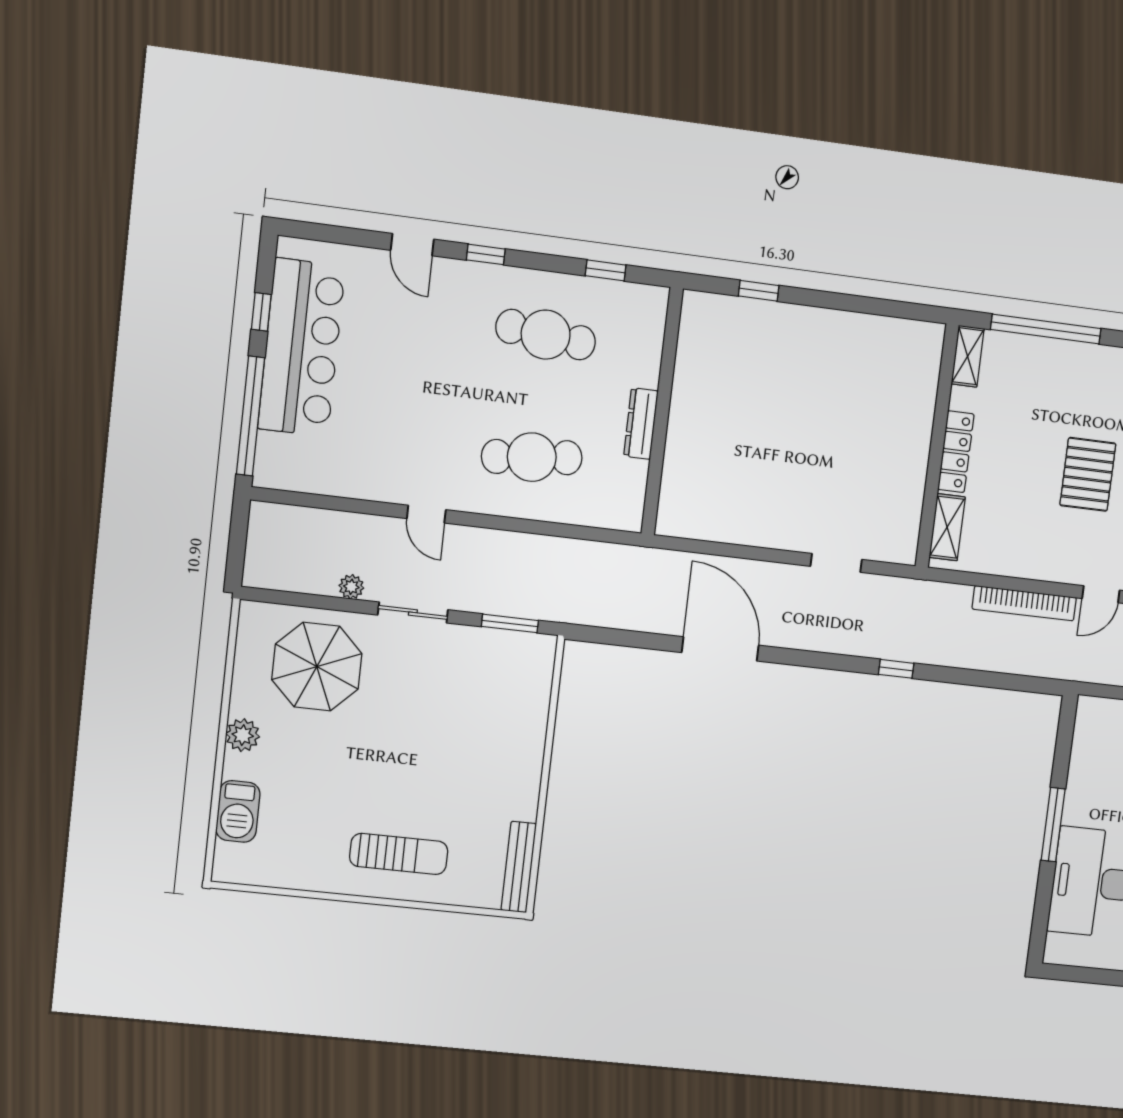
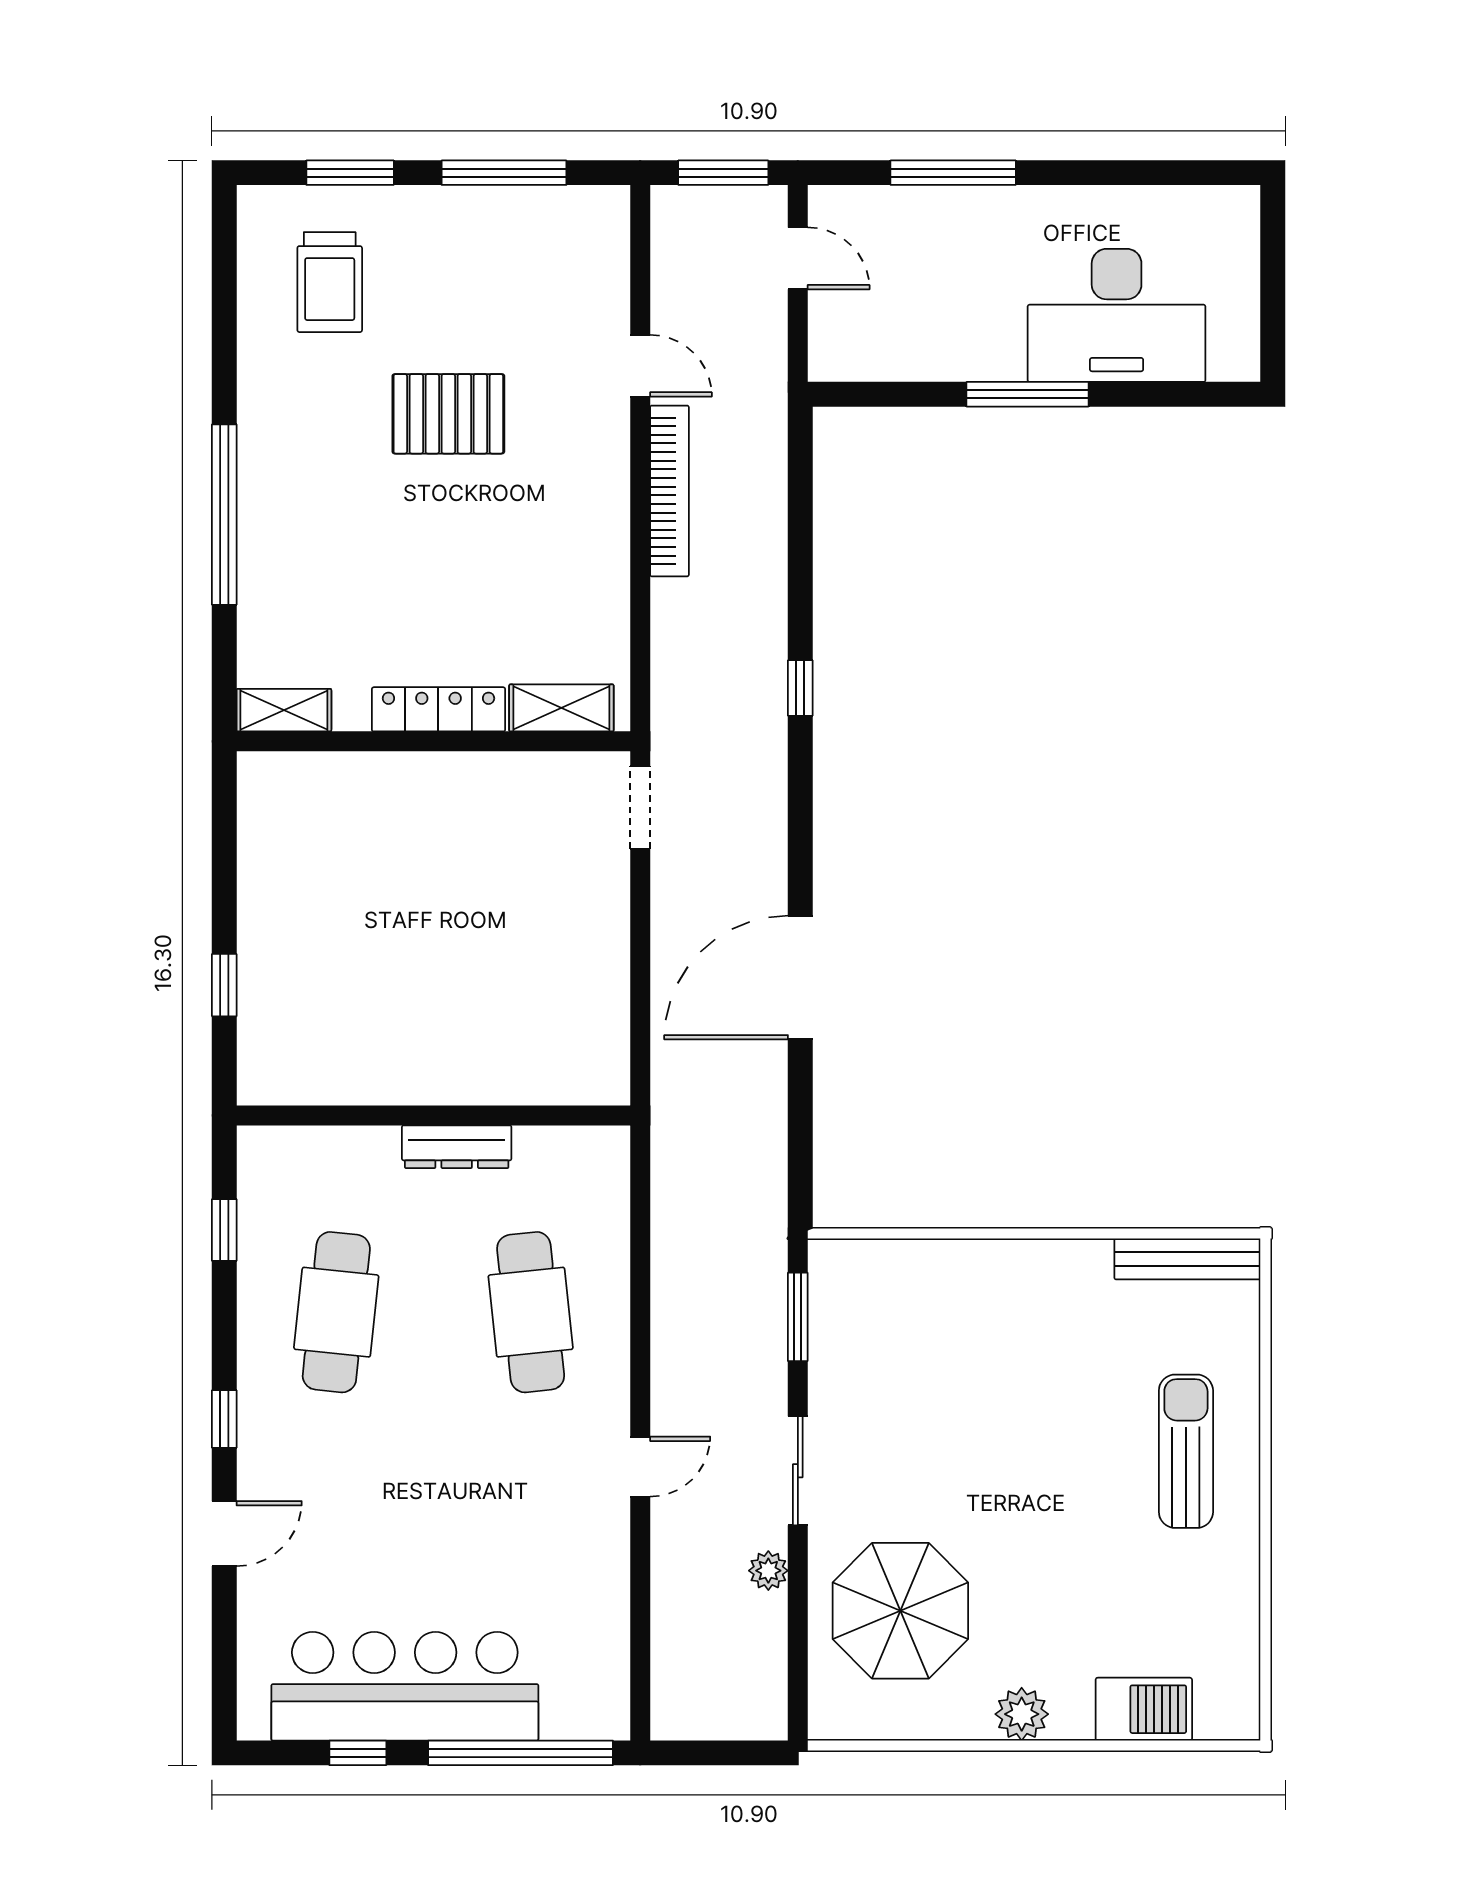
shelving: (968, 356) -> (284, 710), moved
wall: (937, 446) -> (433, 741), moved
locker: (956, 452) -> (438, 709), moved
shelving: (947, 527) -> (561, 708), moved

